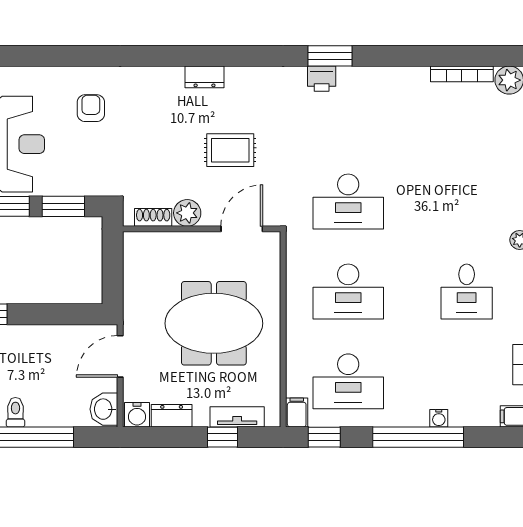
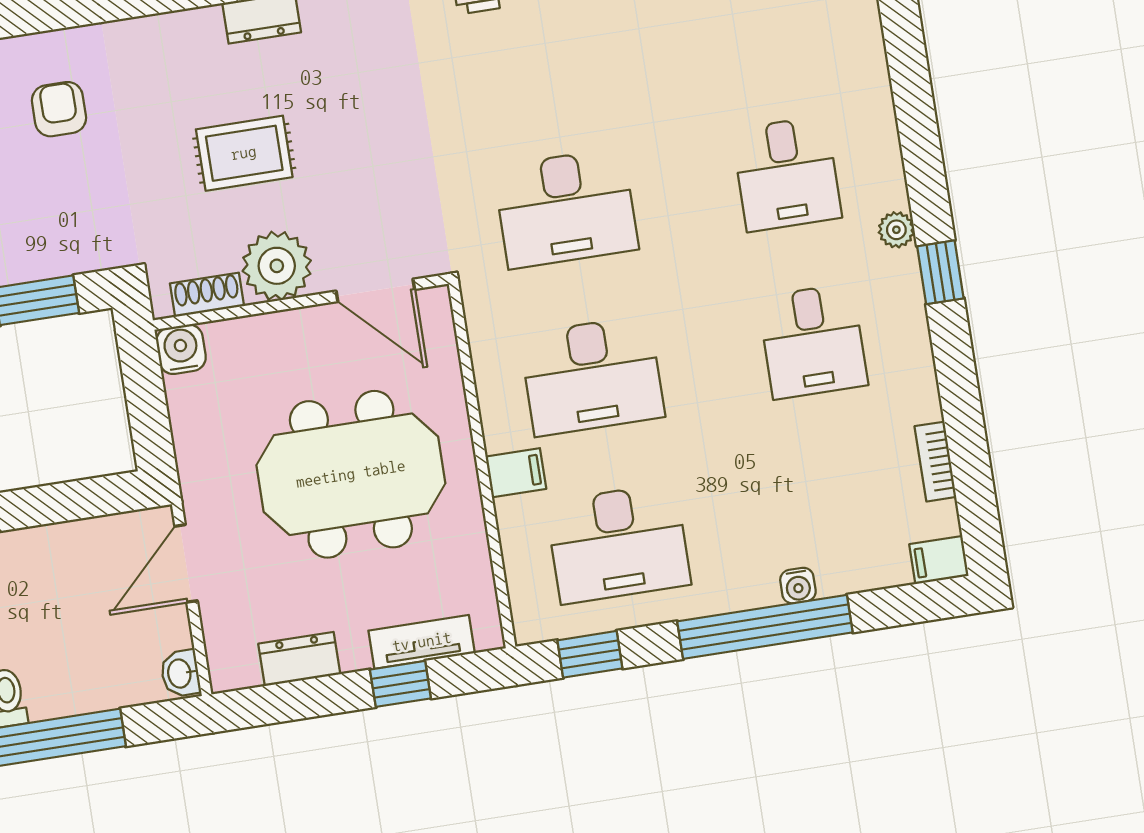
rug: (230, 150) -> (244, 153), moved
desk: (467, 202) -> (787, 174), added
plant: (187, 213) -> (277, 266), width x1.36, depth x1.36
door: (242, 229) -> (375, 290), swing flipped
washbasin: (104, 409) -> (180, 673), width x0.72, depth x0.69
filing cabinet: (297, 413) -> (516, 473), moved, turned 90
water cooler: (137, 415) -> (181, 349), moved, turned 180

